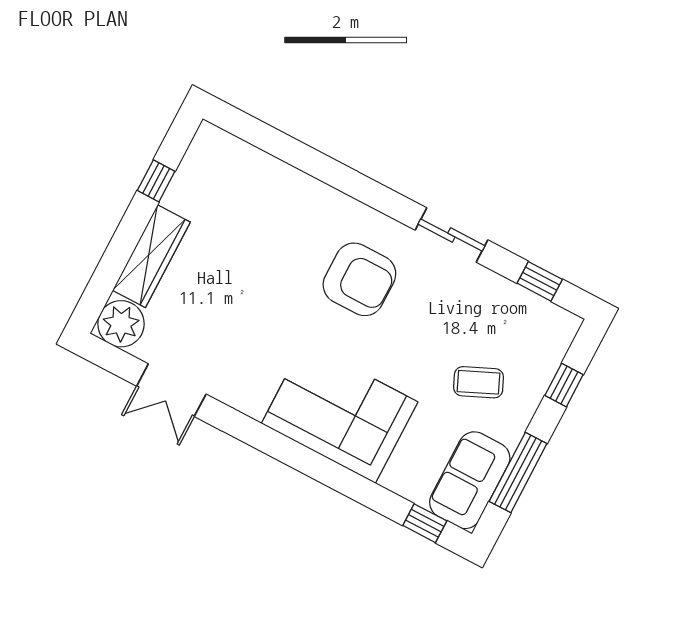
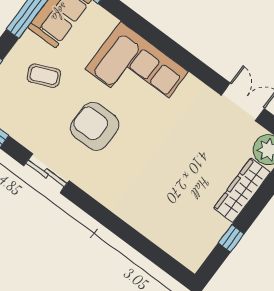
armchair: (359, 279) -> (95, 126), moved

